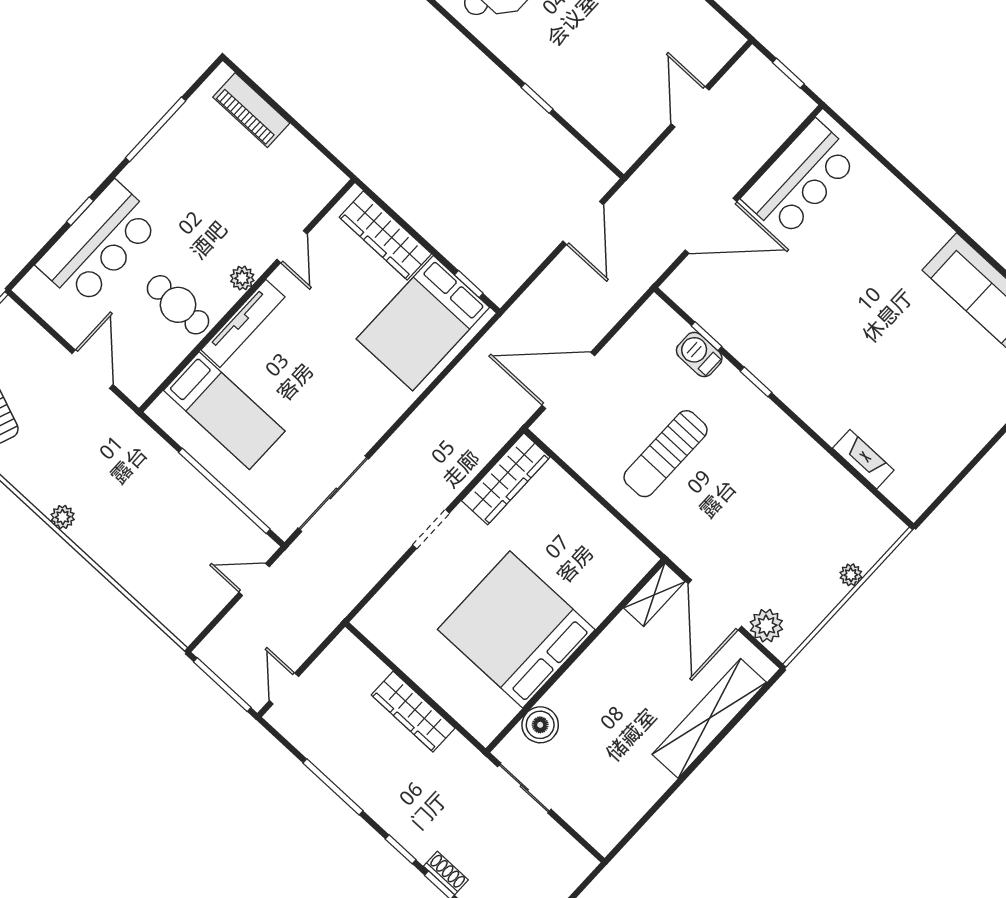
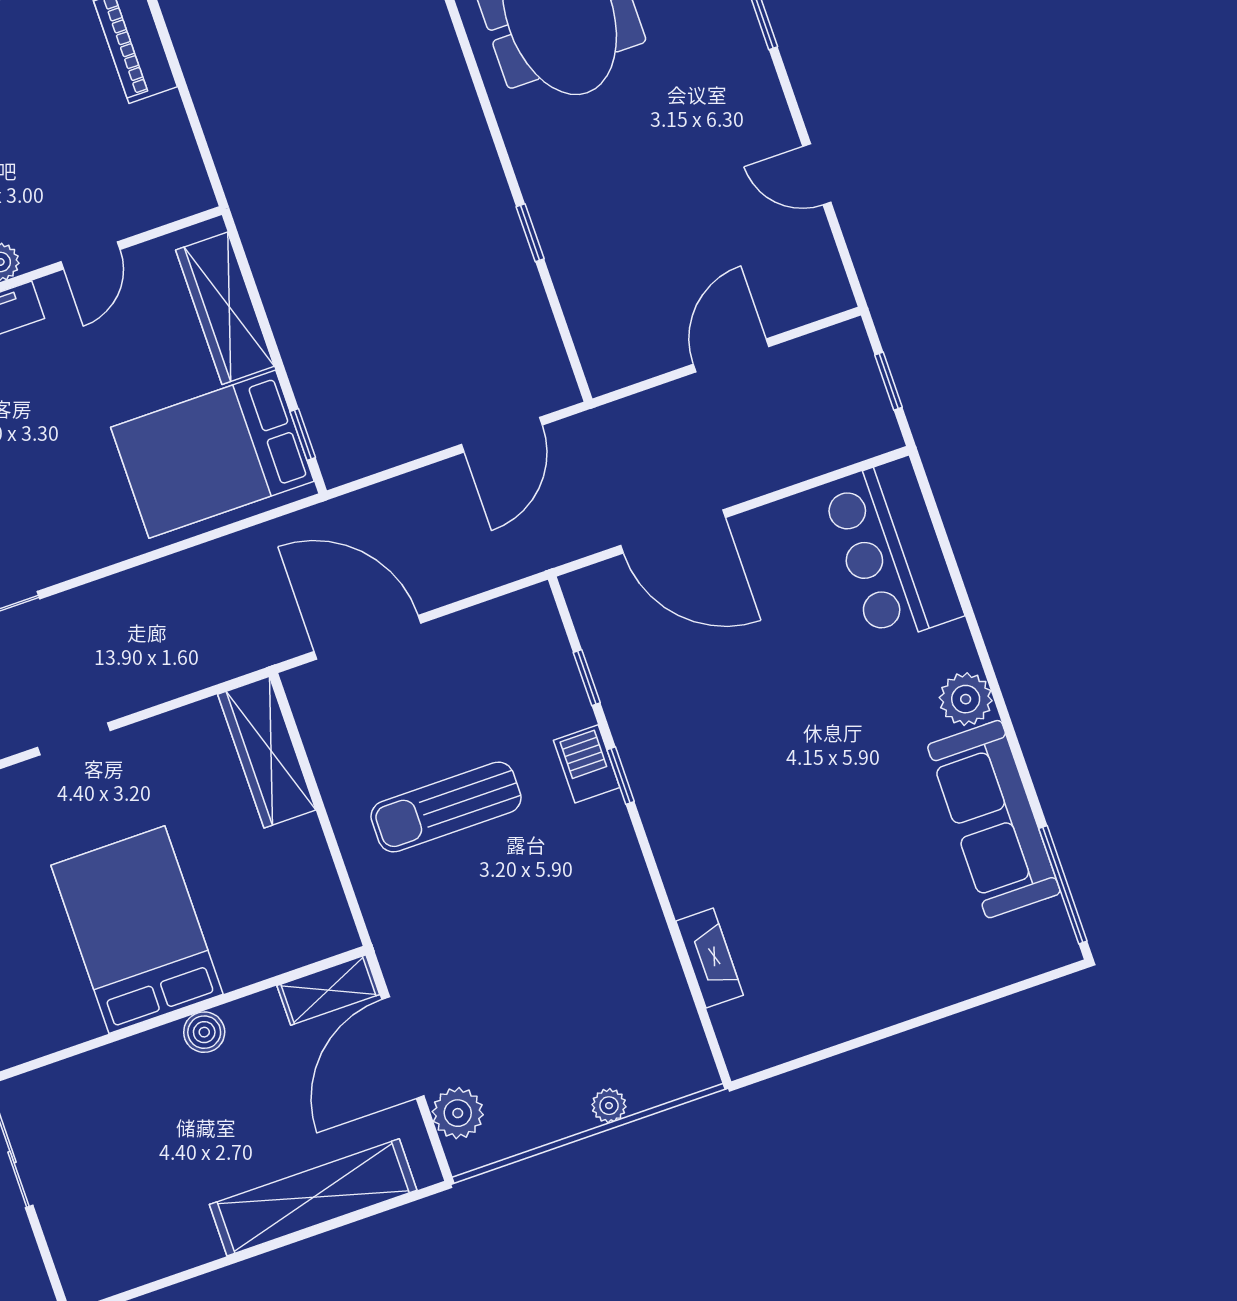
bar counter: (800, 179) -> (892, 551), moved, turned 90
plant: (930, 232) -> (966, 699), added
barbecue: (699, 355) -> (587, 764), moved
wardrobe: (506, 479) -> (267, 752), moved, turned 90
bed: (516, 630) -> (137, 930), width x0.73
boiler: (540, 725) -> (204, 1032), moved, width x0.73, depth x0.73

